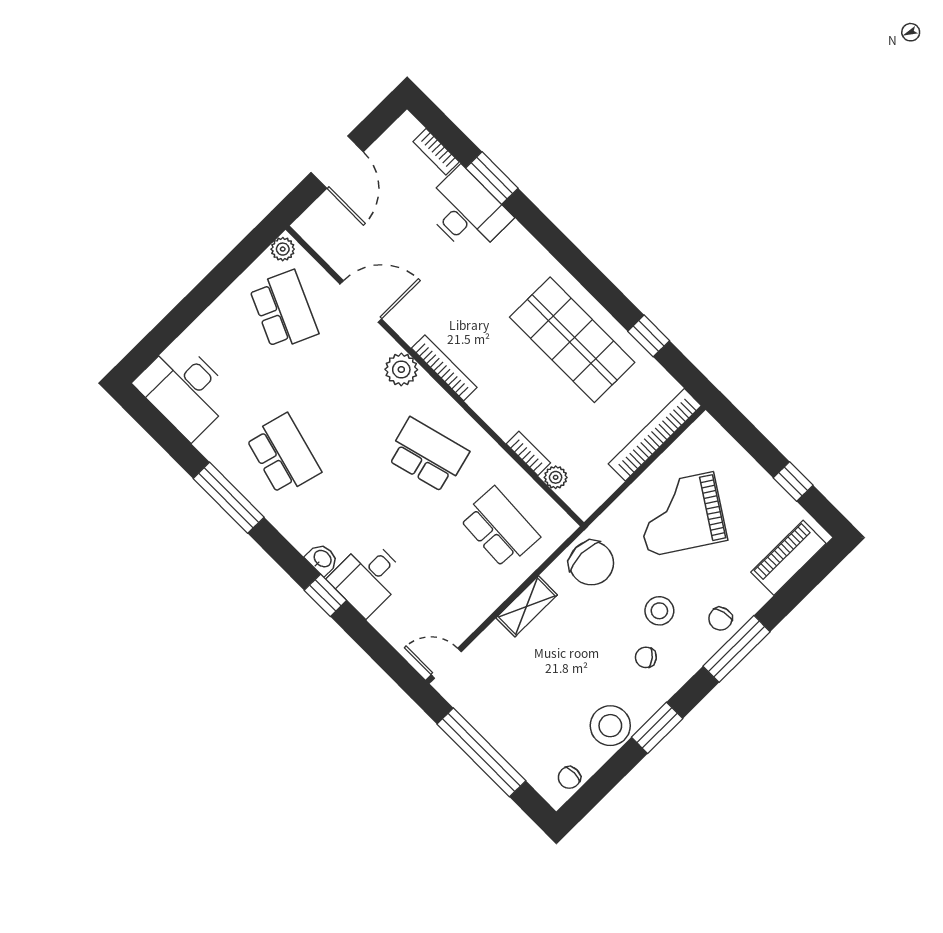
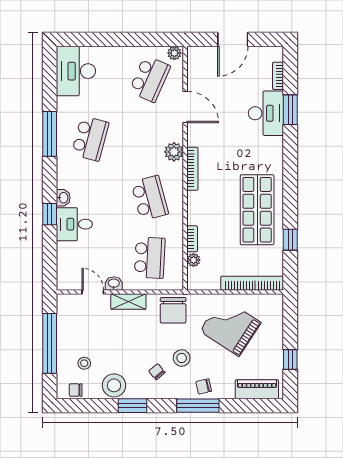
washbasin: (487, 602) -> (114, 284), added
door: (446, 663) -> (93, 292), moved
stool: (547, 735) -> (84, 363), added

